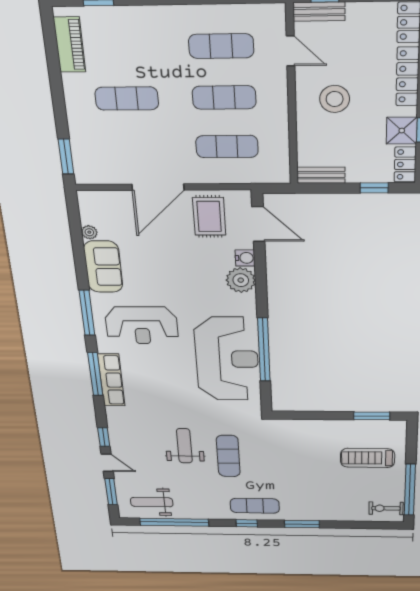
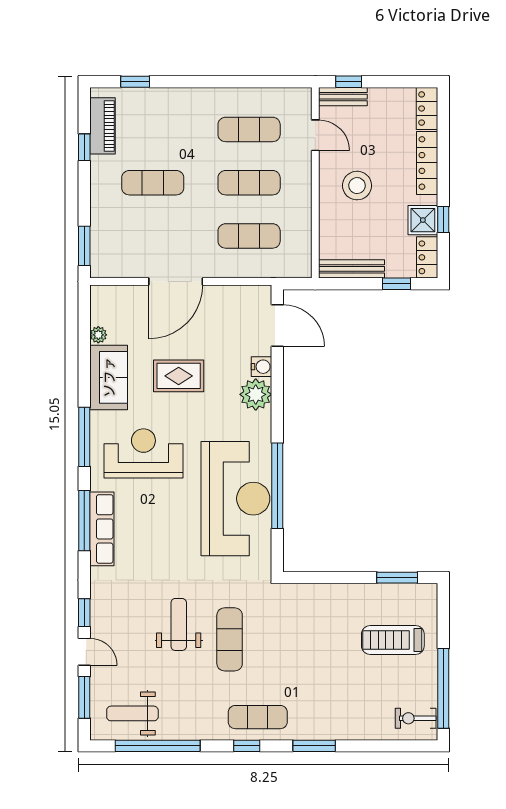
window: (54, 66) -> (84, 147), added
bench: (321, 175) -> (352, 269), width x1.36
rug: (209, 216) -> (179, 376), moved, turned 90
reception desk: (142, 325) -> (143, 453), turned 180

